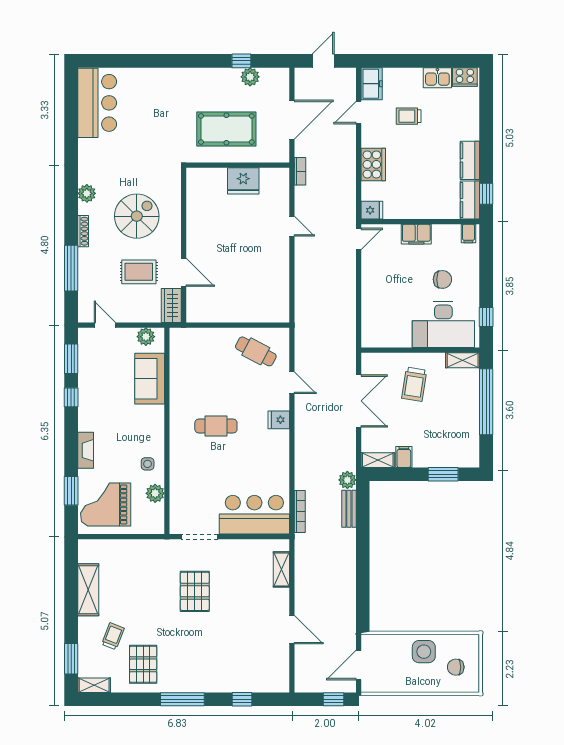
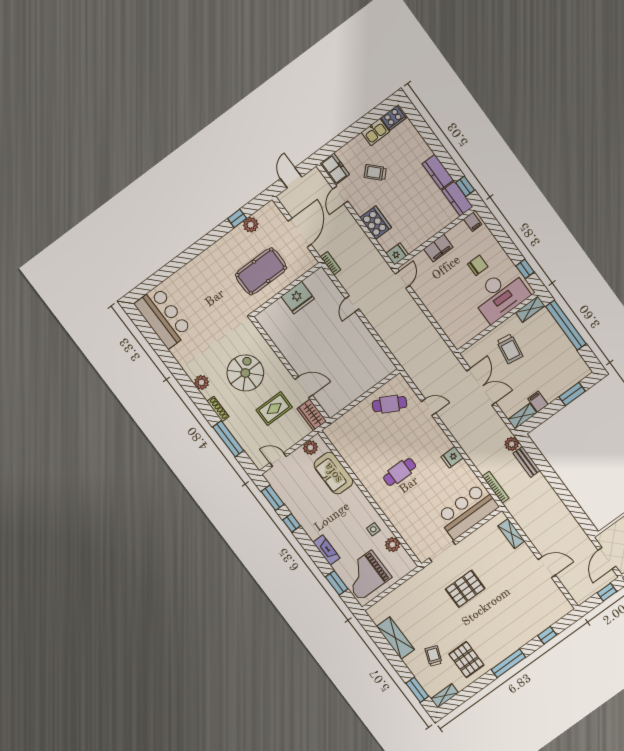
trolley: (409, 116) -> (375, 173), turned 45
door: (292, 226) -> (352, 304), swing flipped
fridge: (279, 420) -> (452, 457), moved
pallet: (195, 591) -> (465, 589), turned 90

